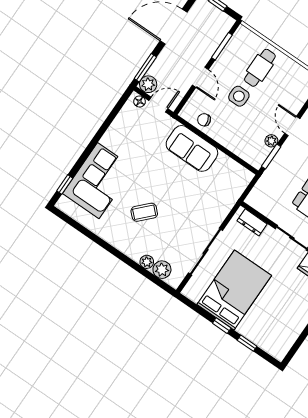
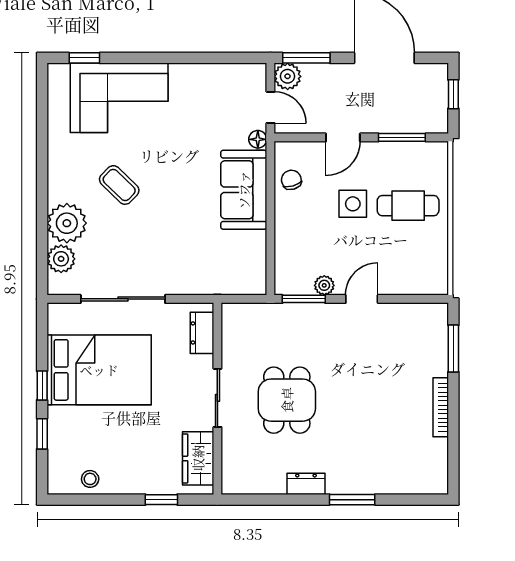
floor lamp: (140, 101) -> (258, 139), moved
plant: (147, 262) -> (67, 223), width x1.88, depth x1.88
stool: (288, 334) -> (90, 479), added

